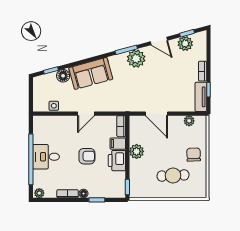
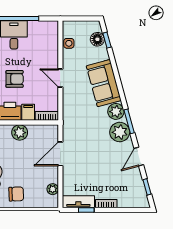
plant: (185, 44) -> (116, 111), moved
floor lamp: (63, 76) -> (97, 39), moved
armchair: (87, 156) -> (15, 79), turned -90

